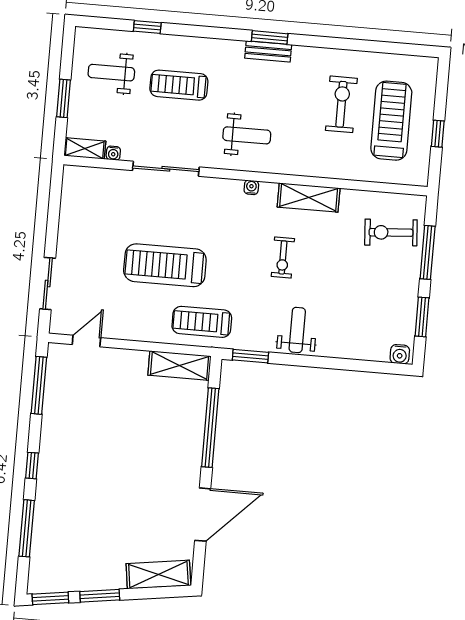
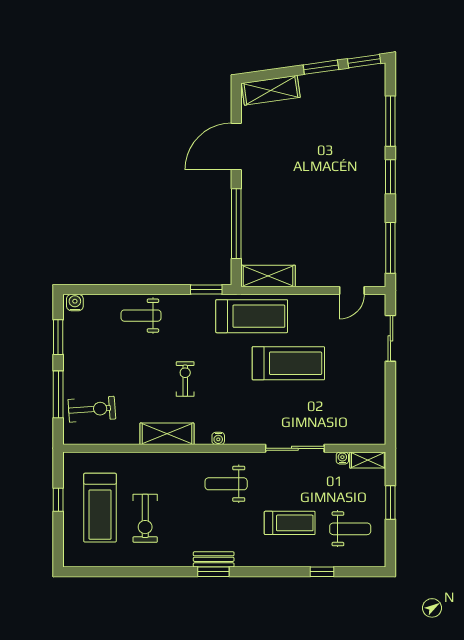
treadmill: (202, 322) -> (252, 316), width x1.37, depth x1.38
weight bench: (297, 330) -> (141, 316), moved, turned 90
window: (32, 466) -> (390, 177), width x1.50

